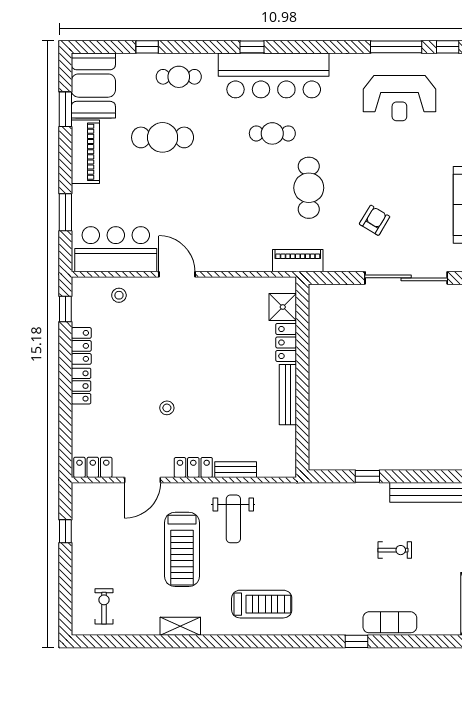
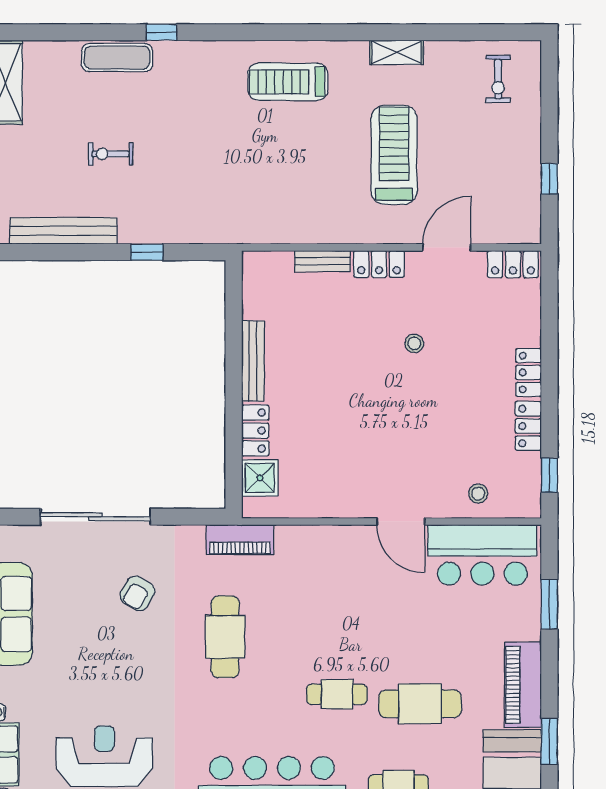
cafe table: (272, 133) -> (337, 694), moved
weight bench: (233, 519) -> (326, 195), removed

